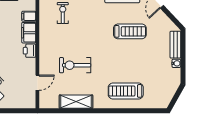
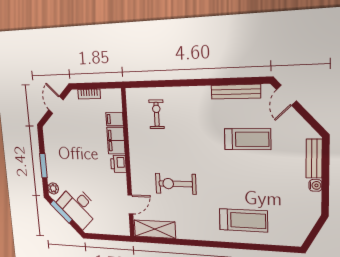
treadmill: (126, 91) -> (243, 220), turned 180
shelving: (76, 102) -> (155, 229), moved

